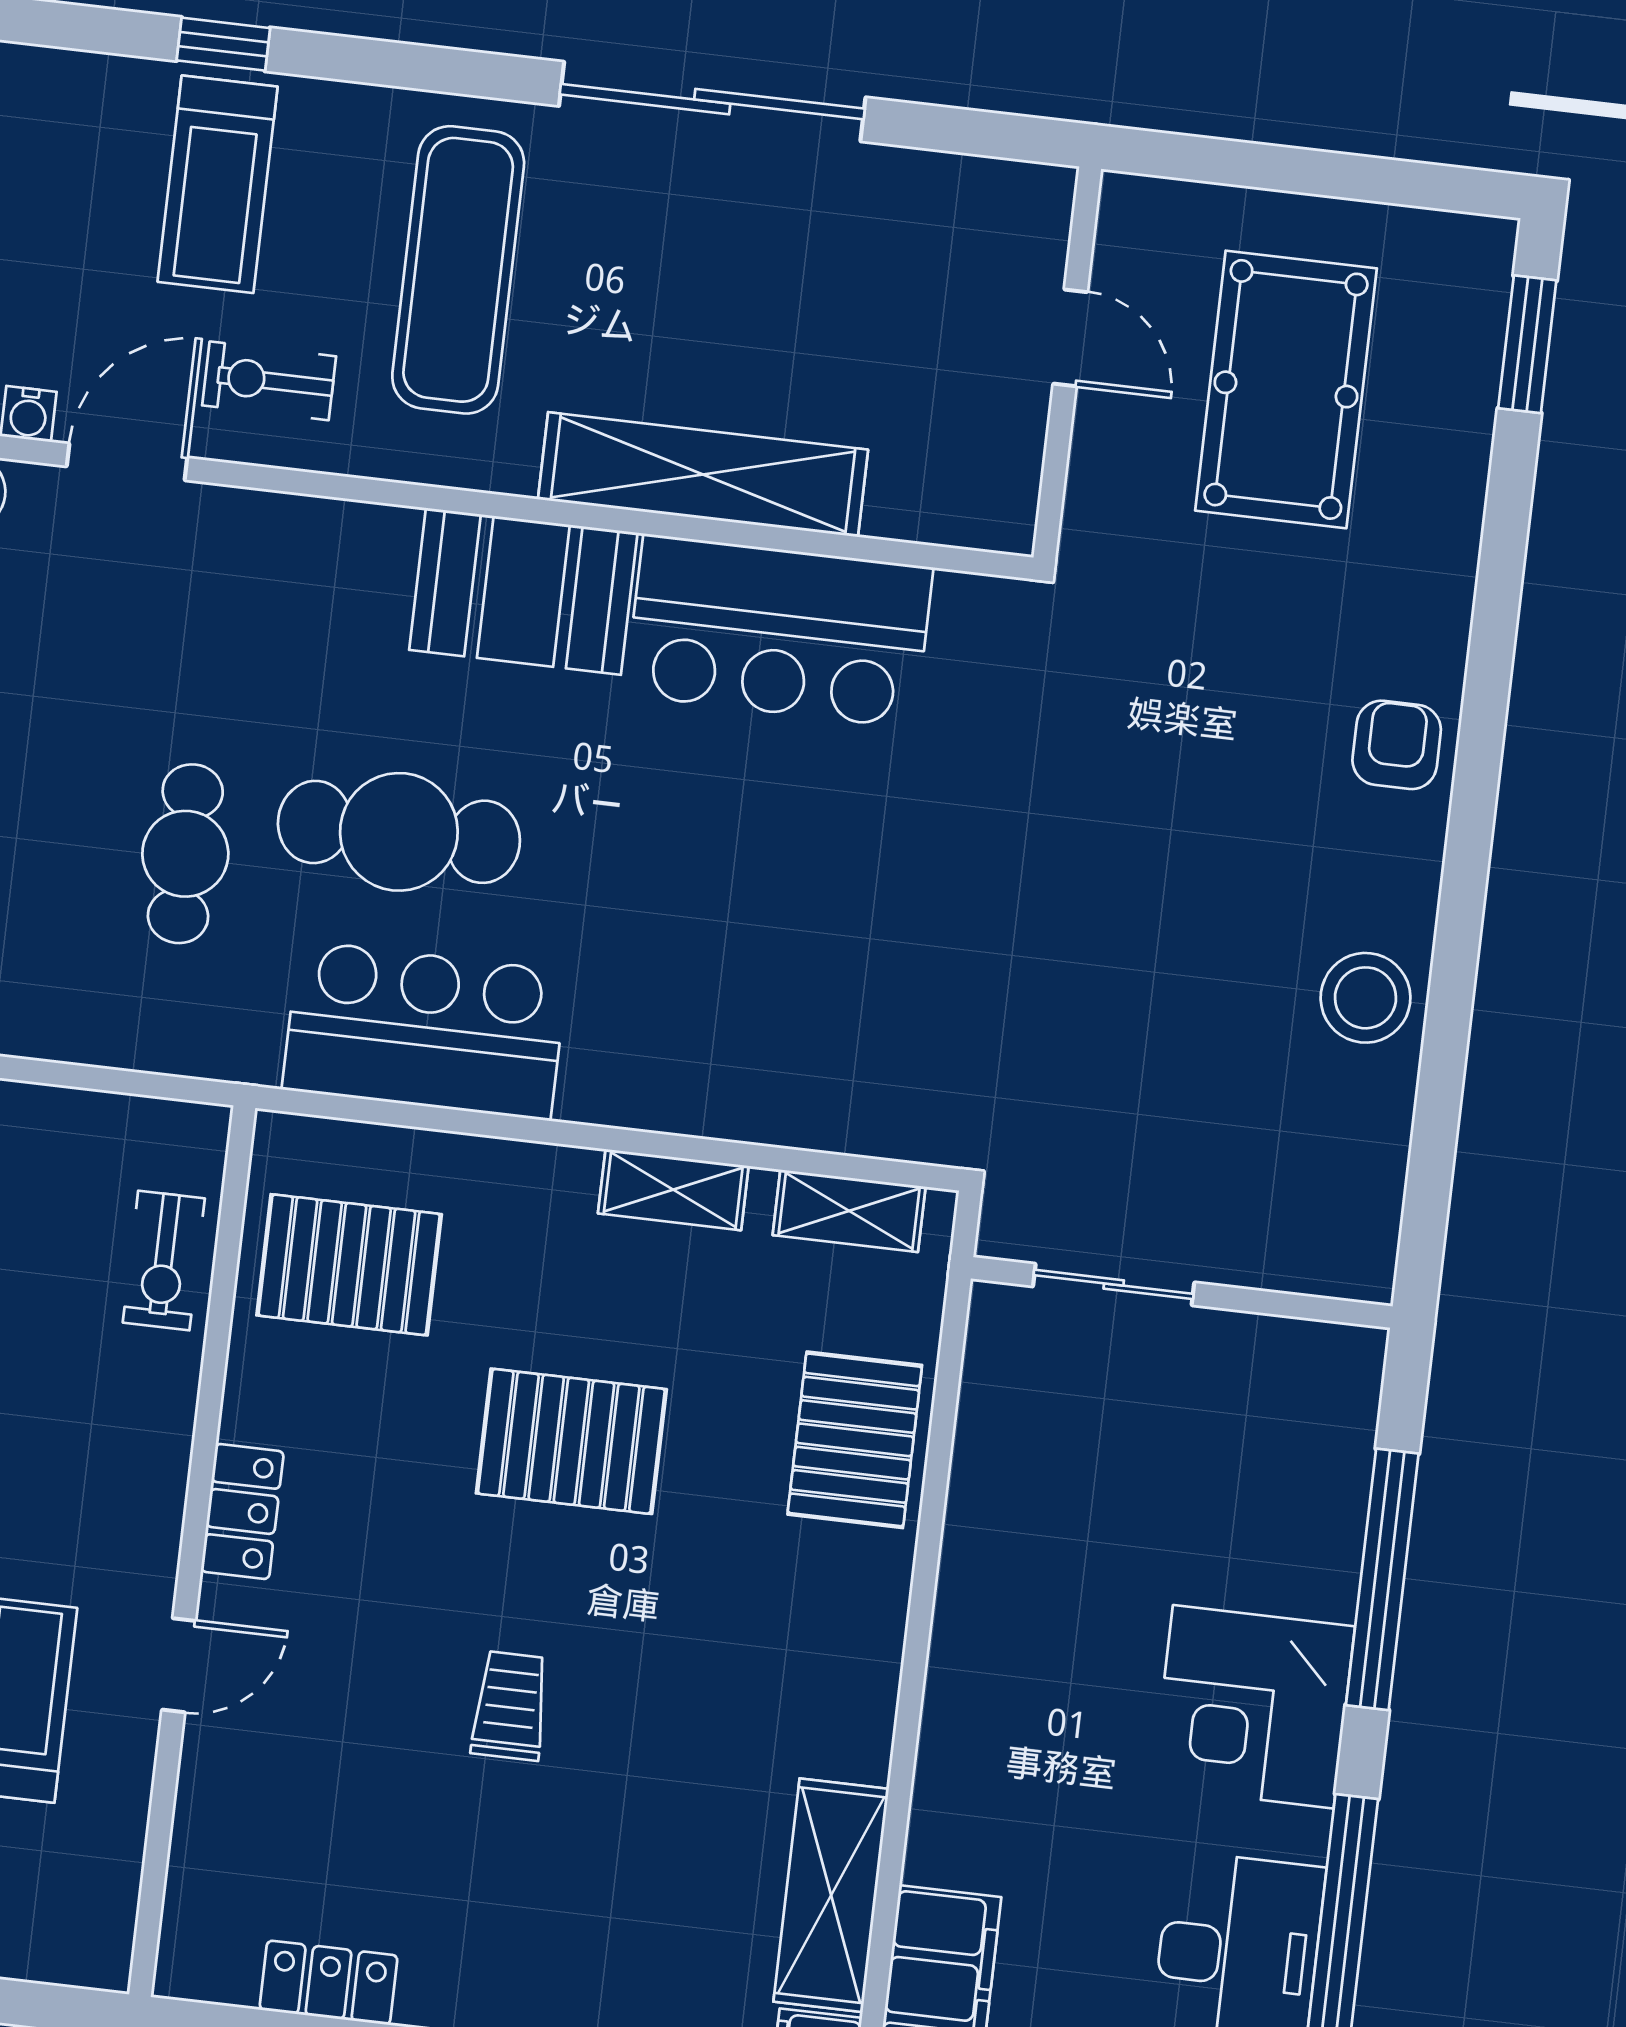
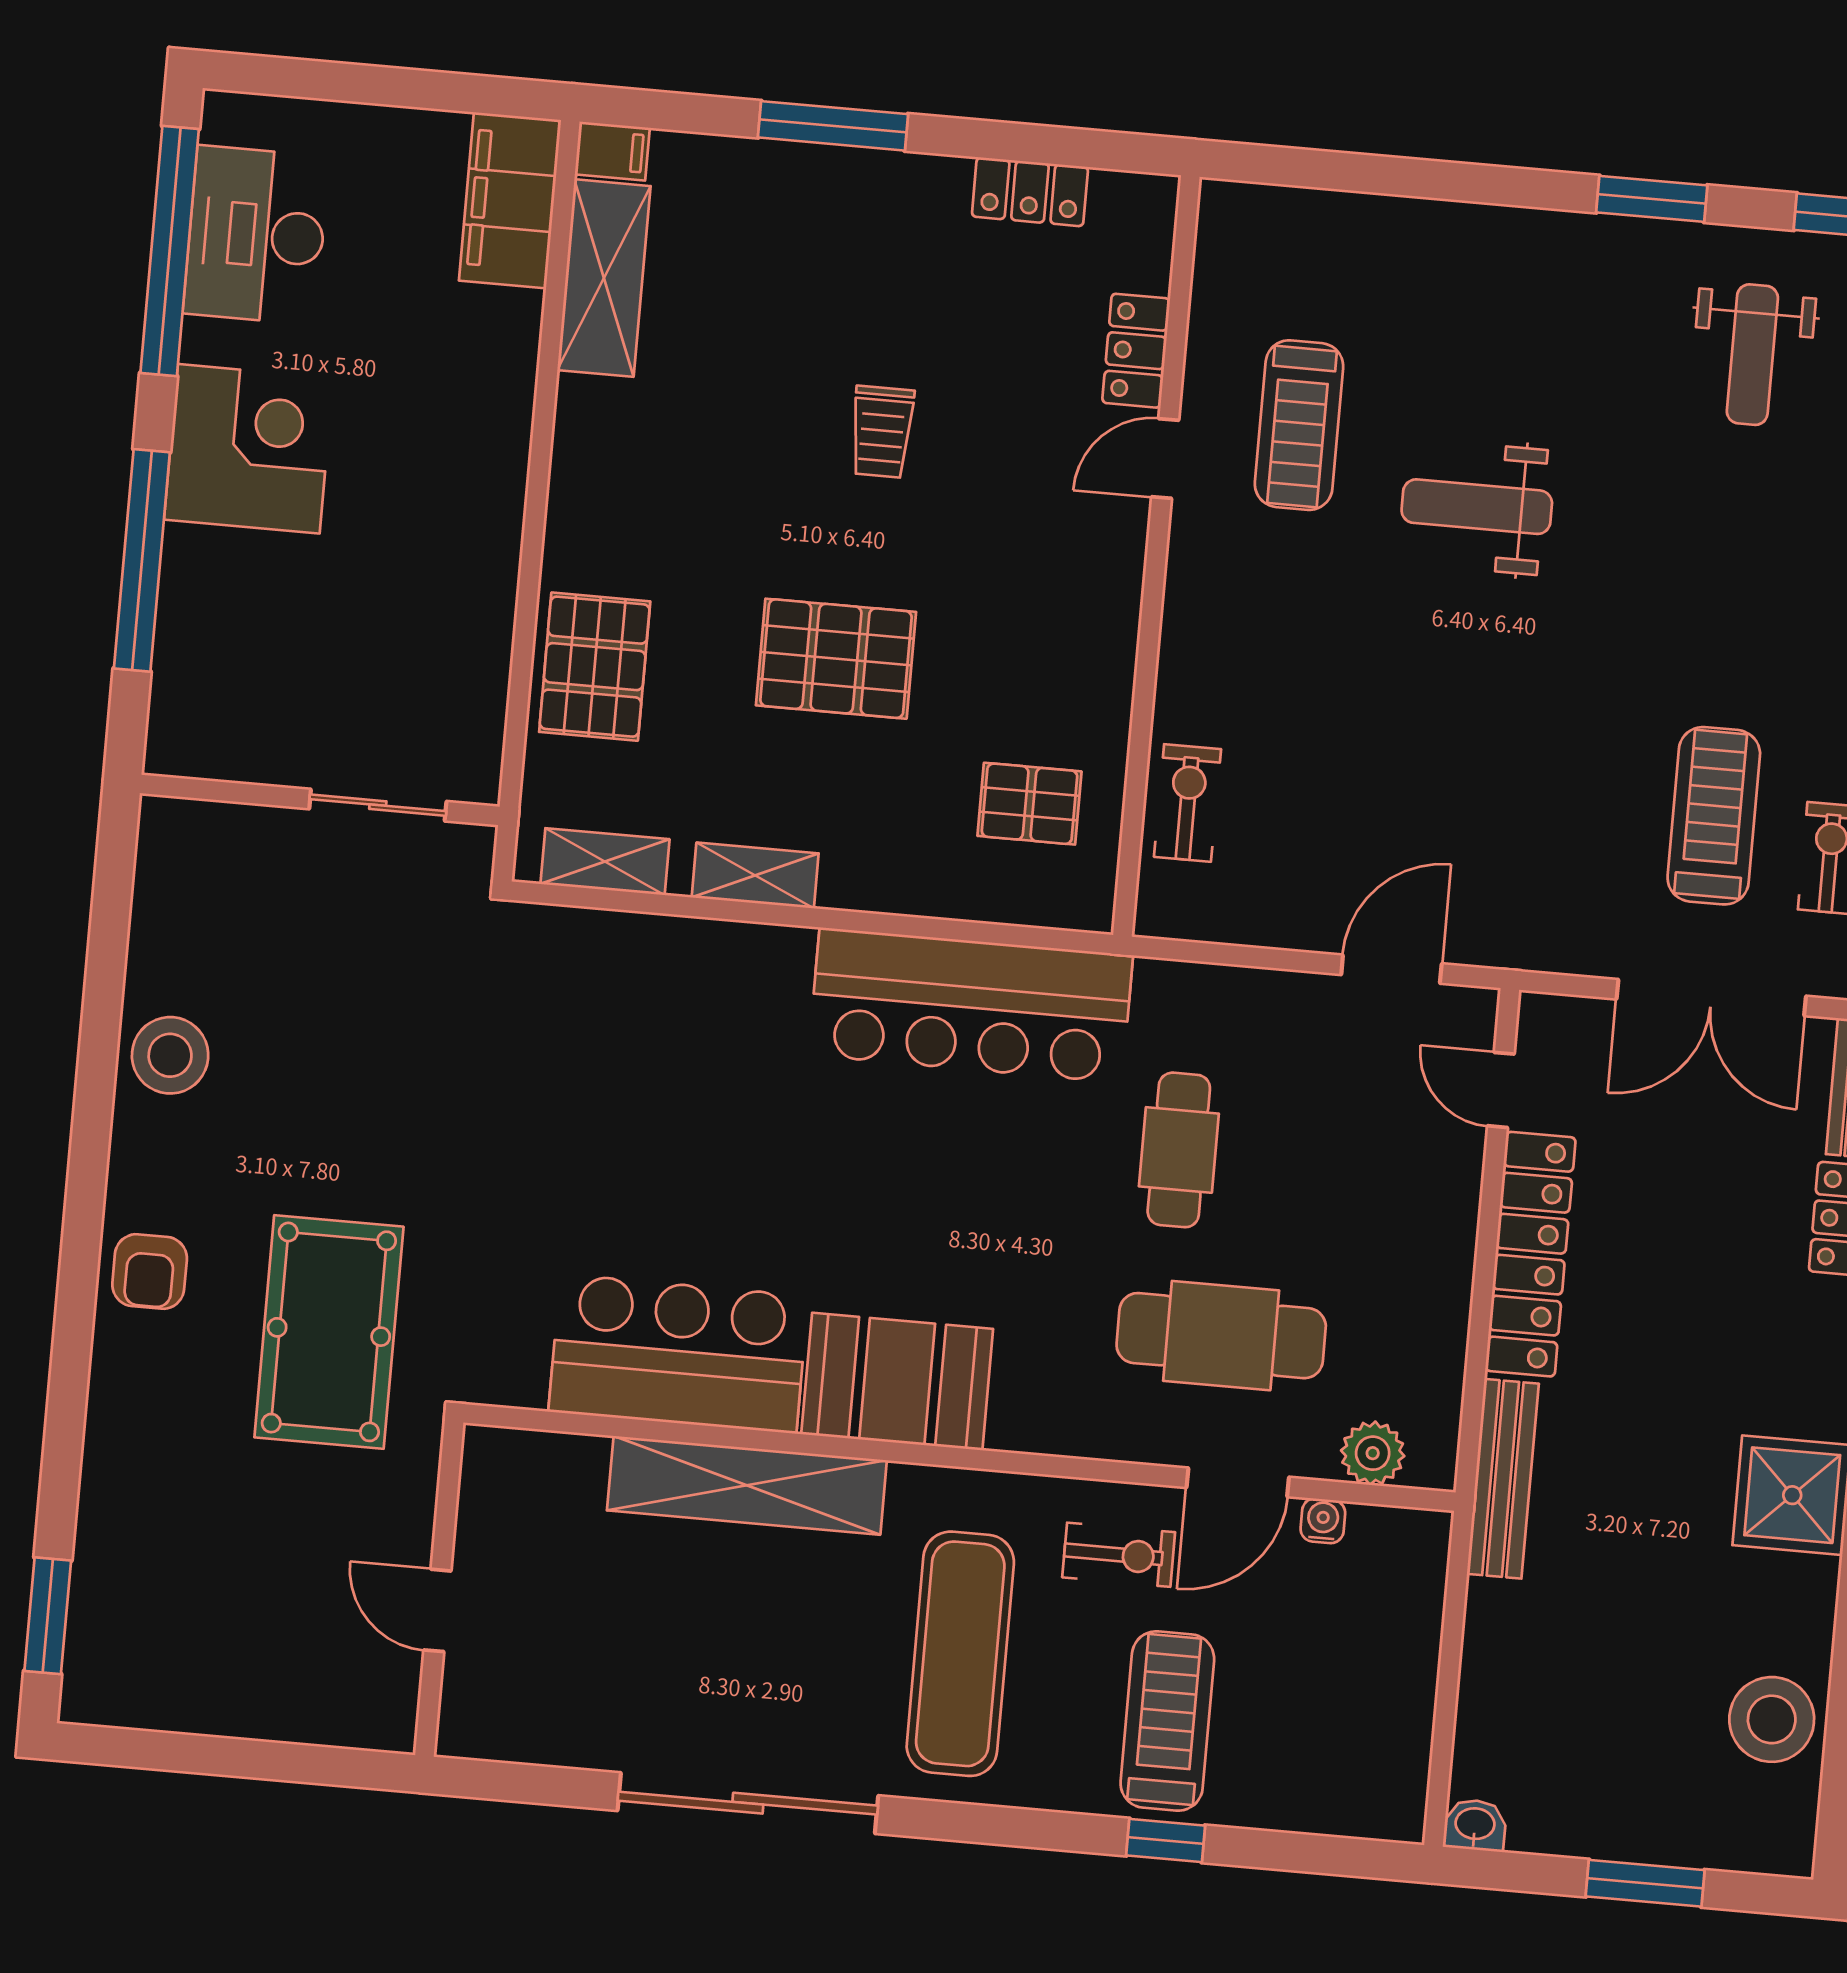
pool table: (1286, 389) -> (329, 1332), moved
cafe table: (399, 832) -> (1221, 1336), moved
bar counter: (425, 1030) -> (971, 1005), width x1.36
pallet: (349, 1265) -> (1030, 804), width x0.67, depth x0.71
locker: (242, 1512) -> (1136, 351), moved

